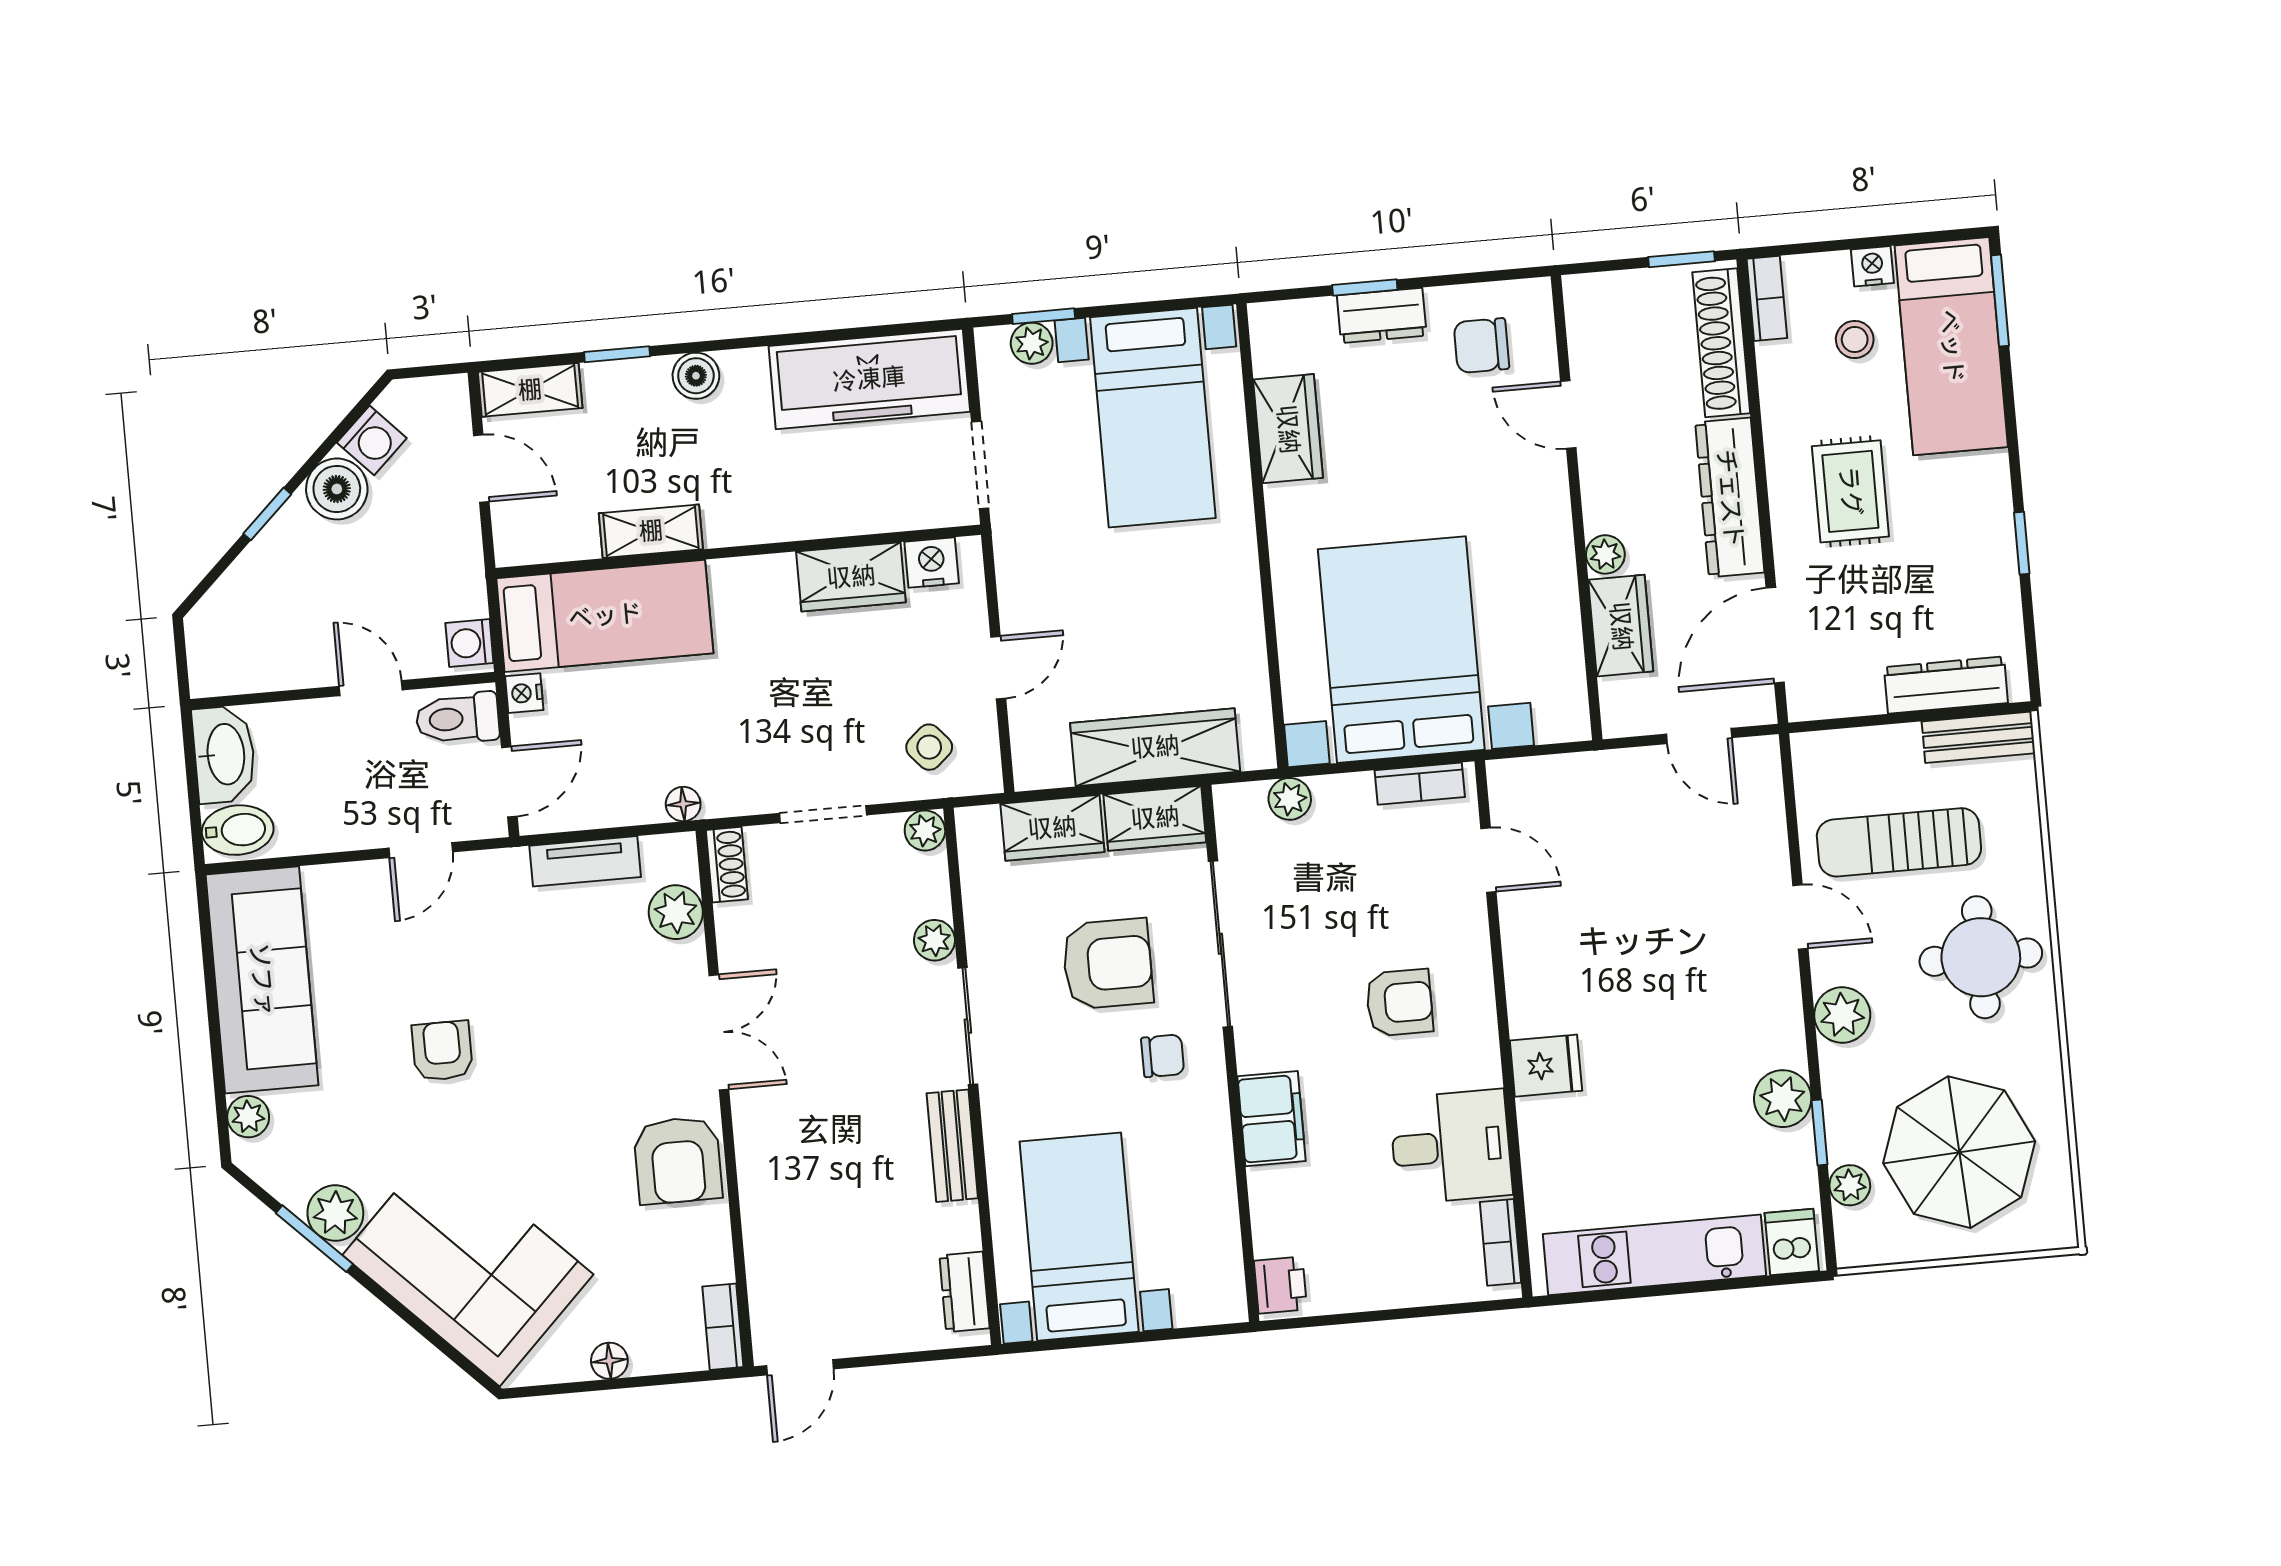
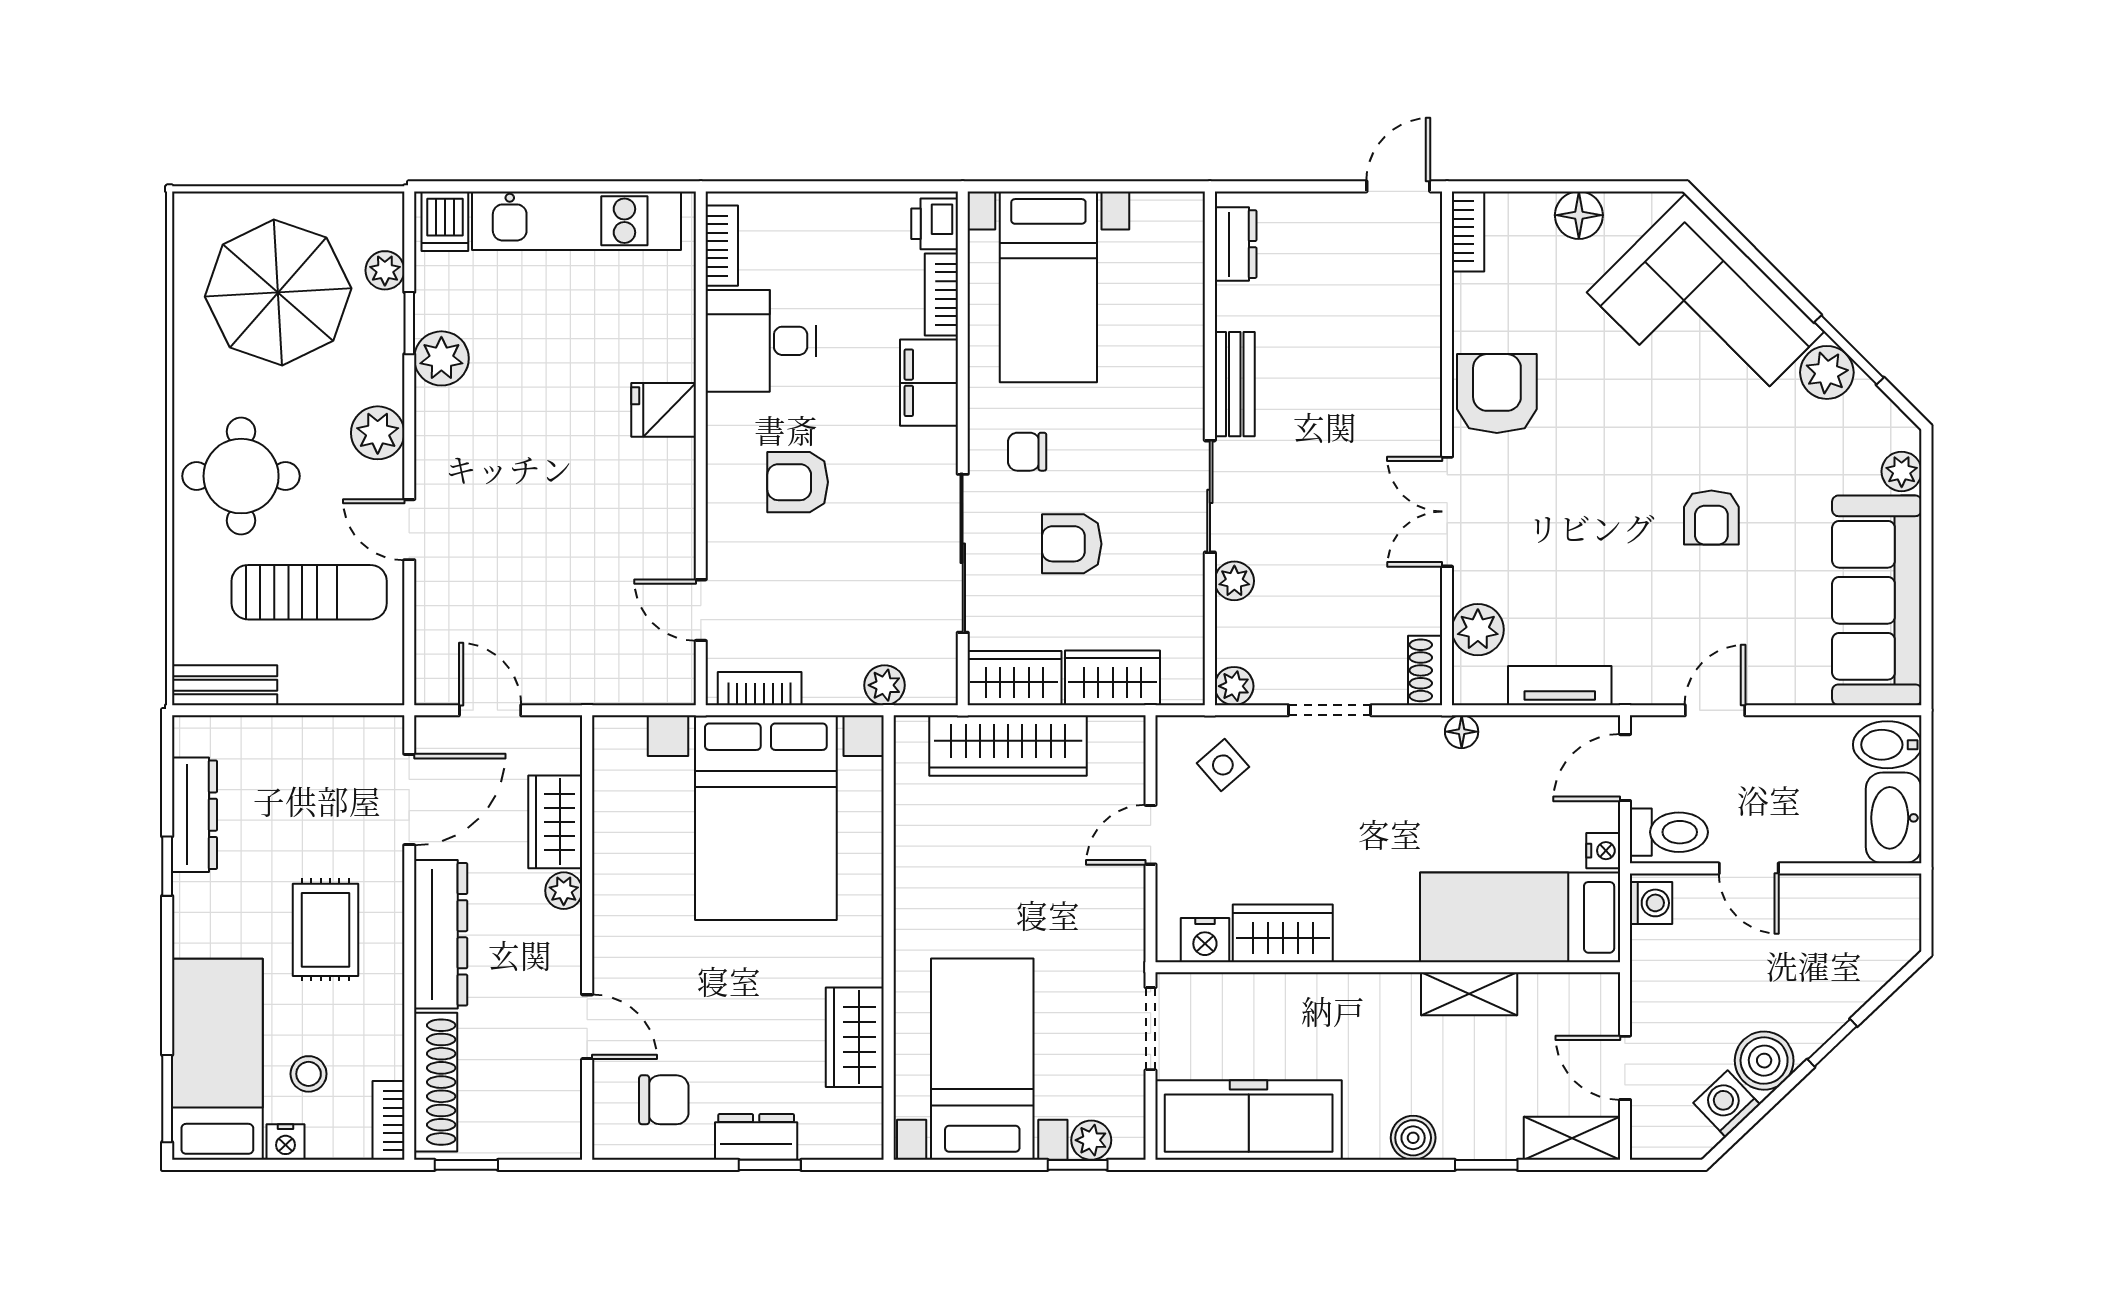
dresser: (1946, 685) -> (194, 815), moved, turned -90
armchair: (1108, 964) -> (1072, 544), width x0.72, depth x0.72
bookcase: (1267, 1212) -> (941, 294), added
bed with nightstands: (1079, 1237) -> (1048, 287), moved
floor lamp: (609, 1361) -> (1579, 215), width x1.37, depth x1.37

